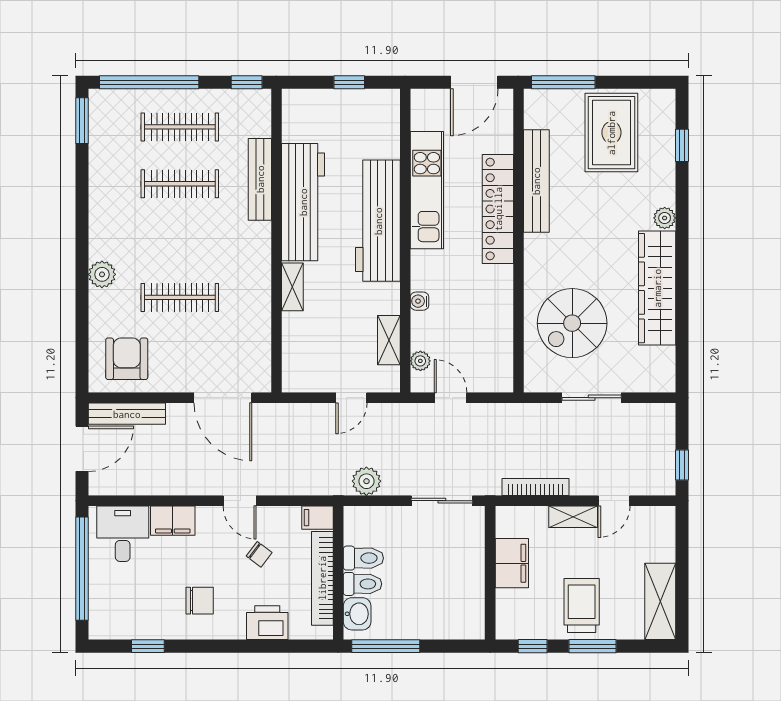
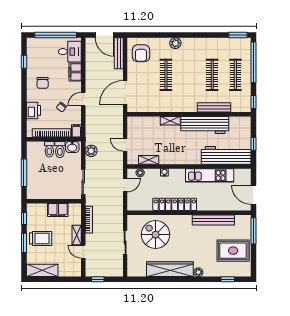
locker: (498, 209) -> (175, 204), moved
workbench: (378, 221) -> (226, 155), moved
armchair: (127, 359) -> (141, 53), turned 90
washbasin: (357, 614) -> (72, 147), moved
window: (386, 646) -> (24, 173), moved

